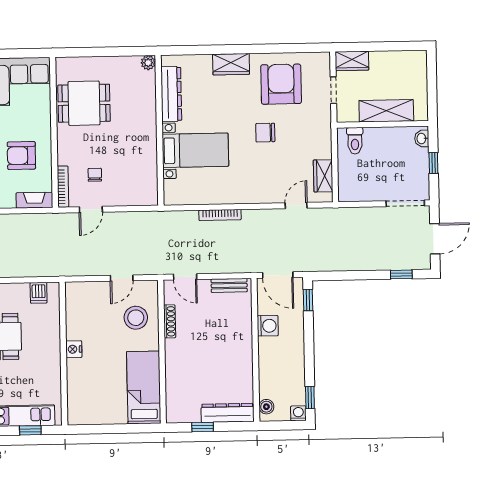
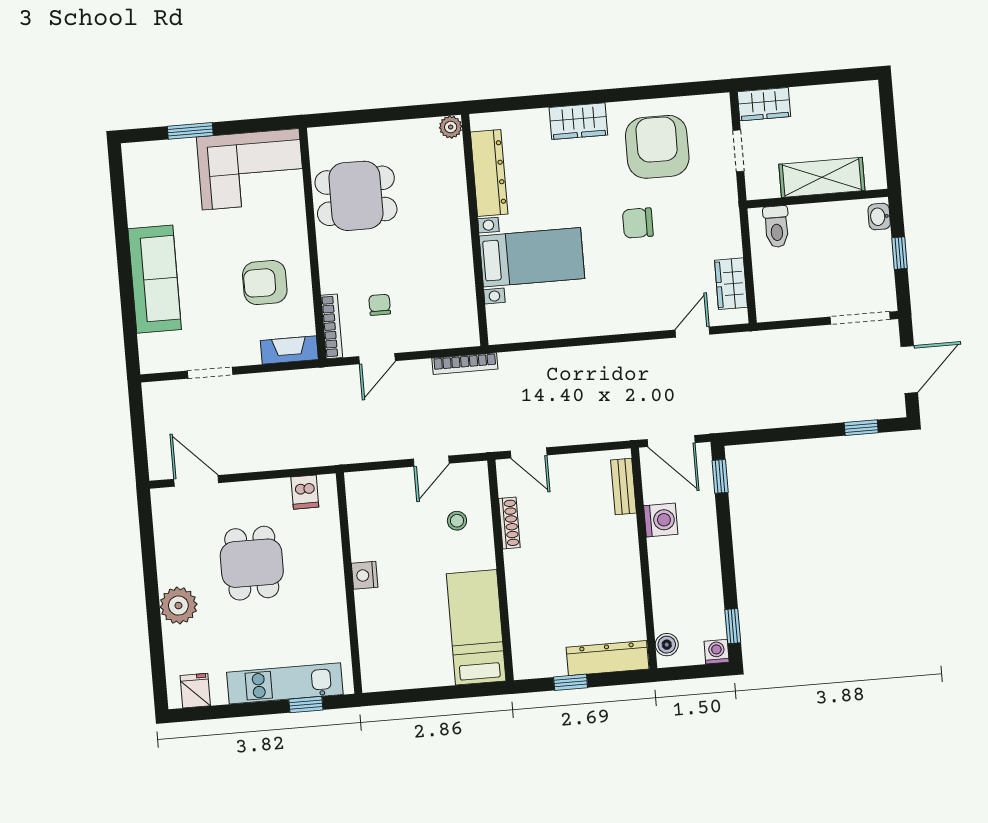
bookcase: (220, 215) -> (465, 364), moved
bench: (229, 285) -> (623, 487), moved, turned 90
stool: (136, 318) -> (457, 521), width x0.53, depth x0.53

